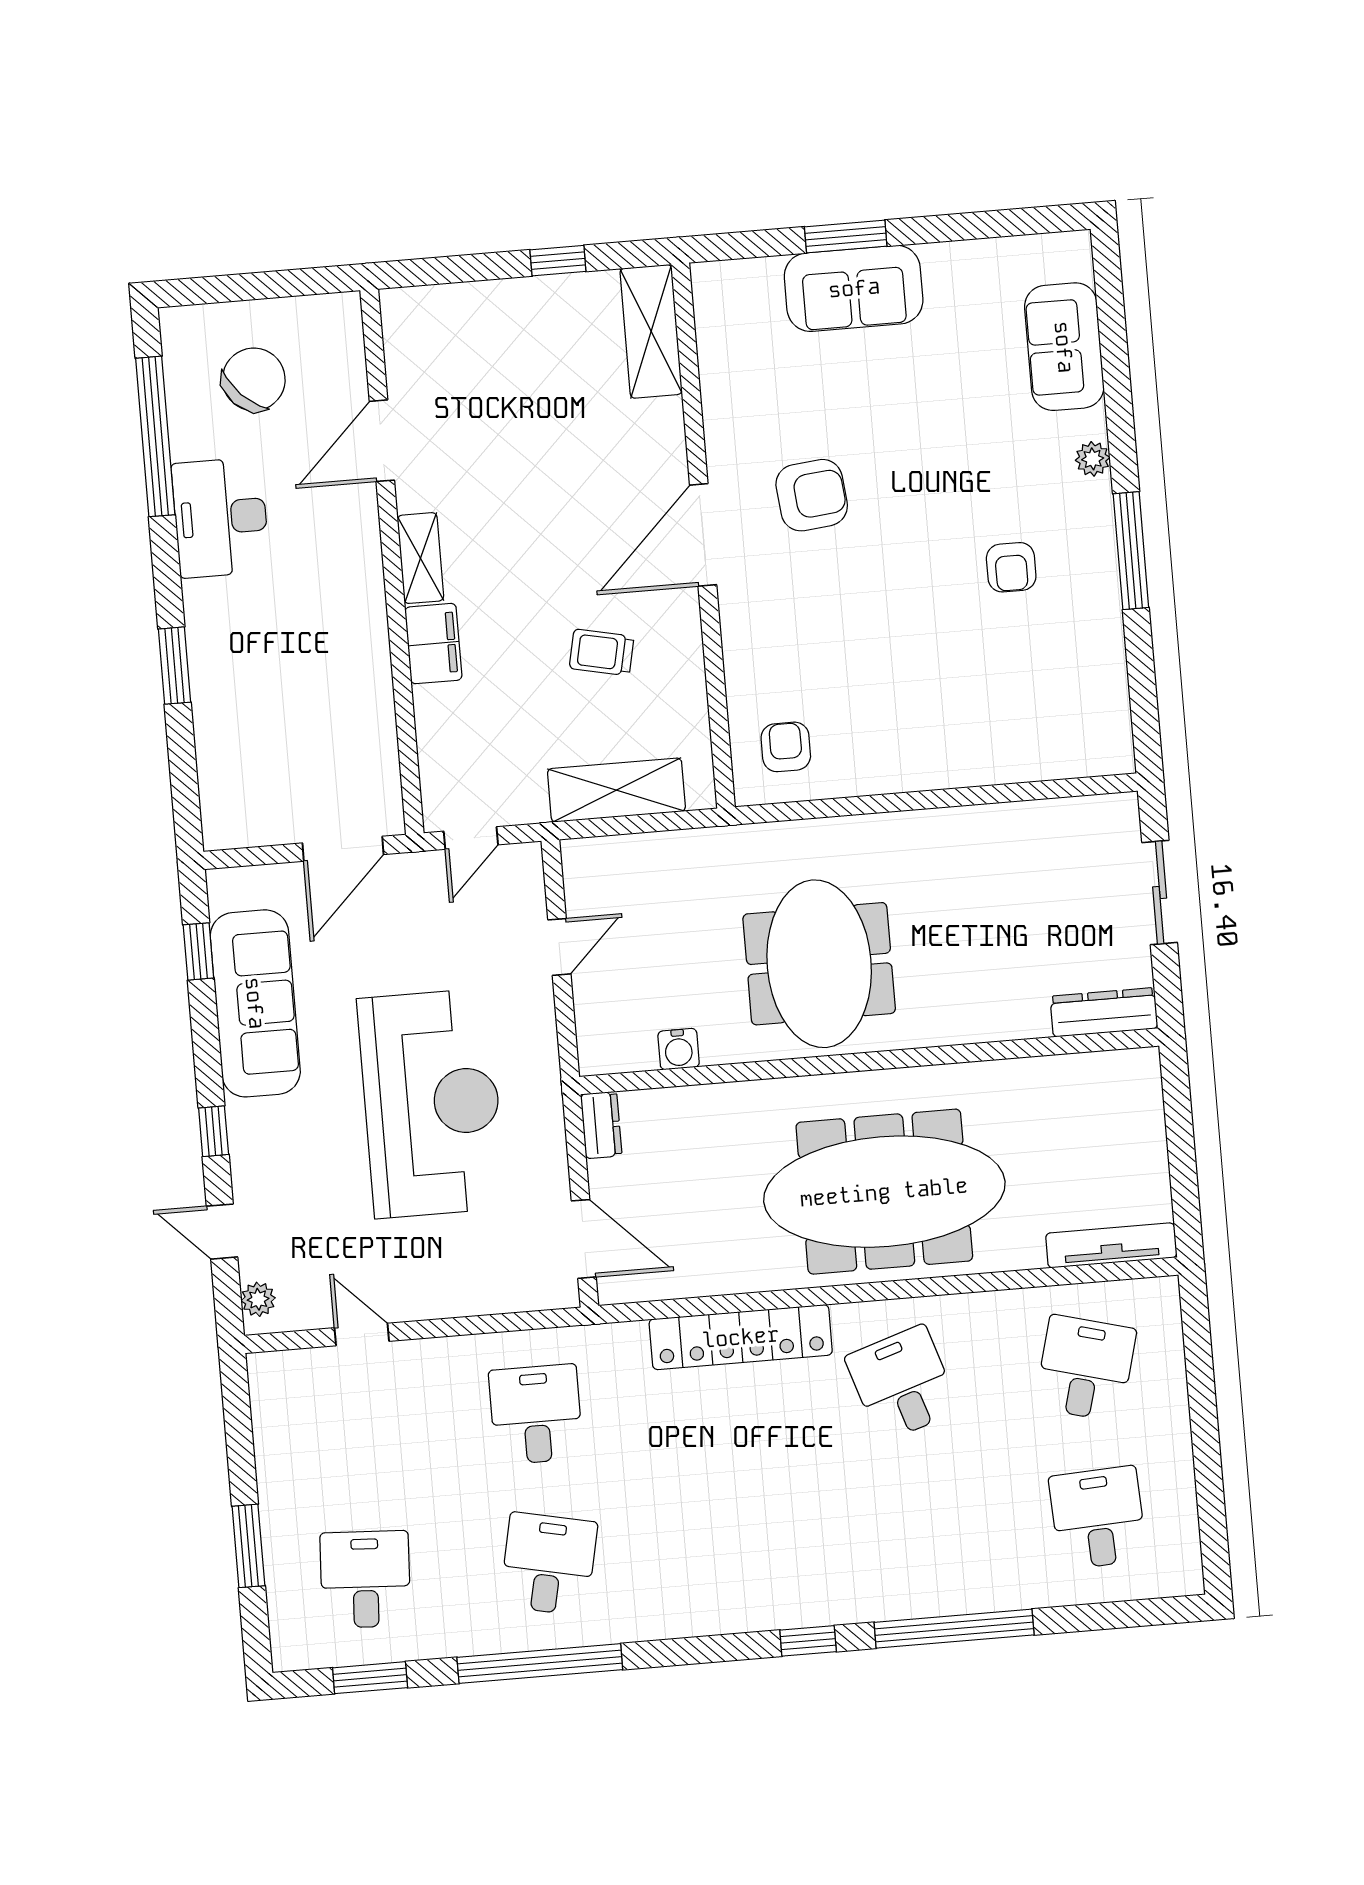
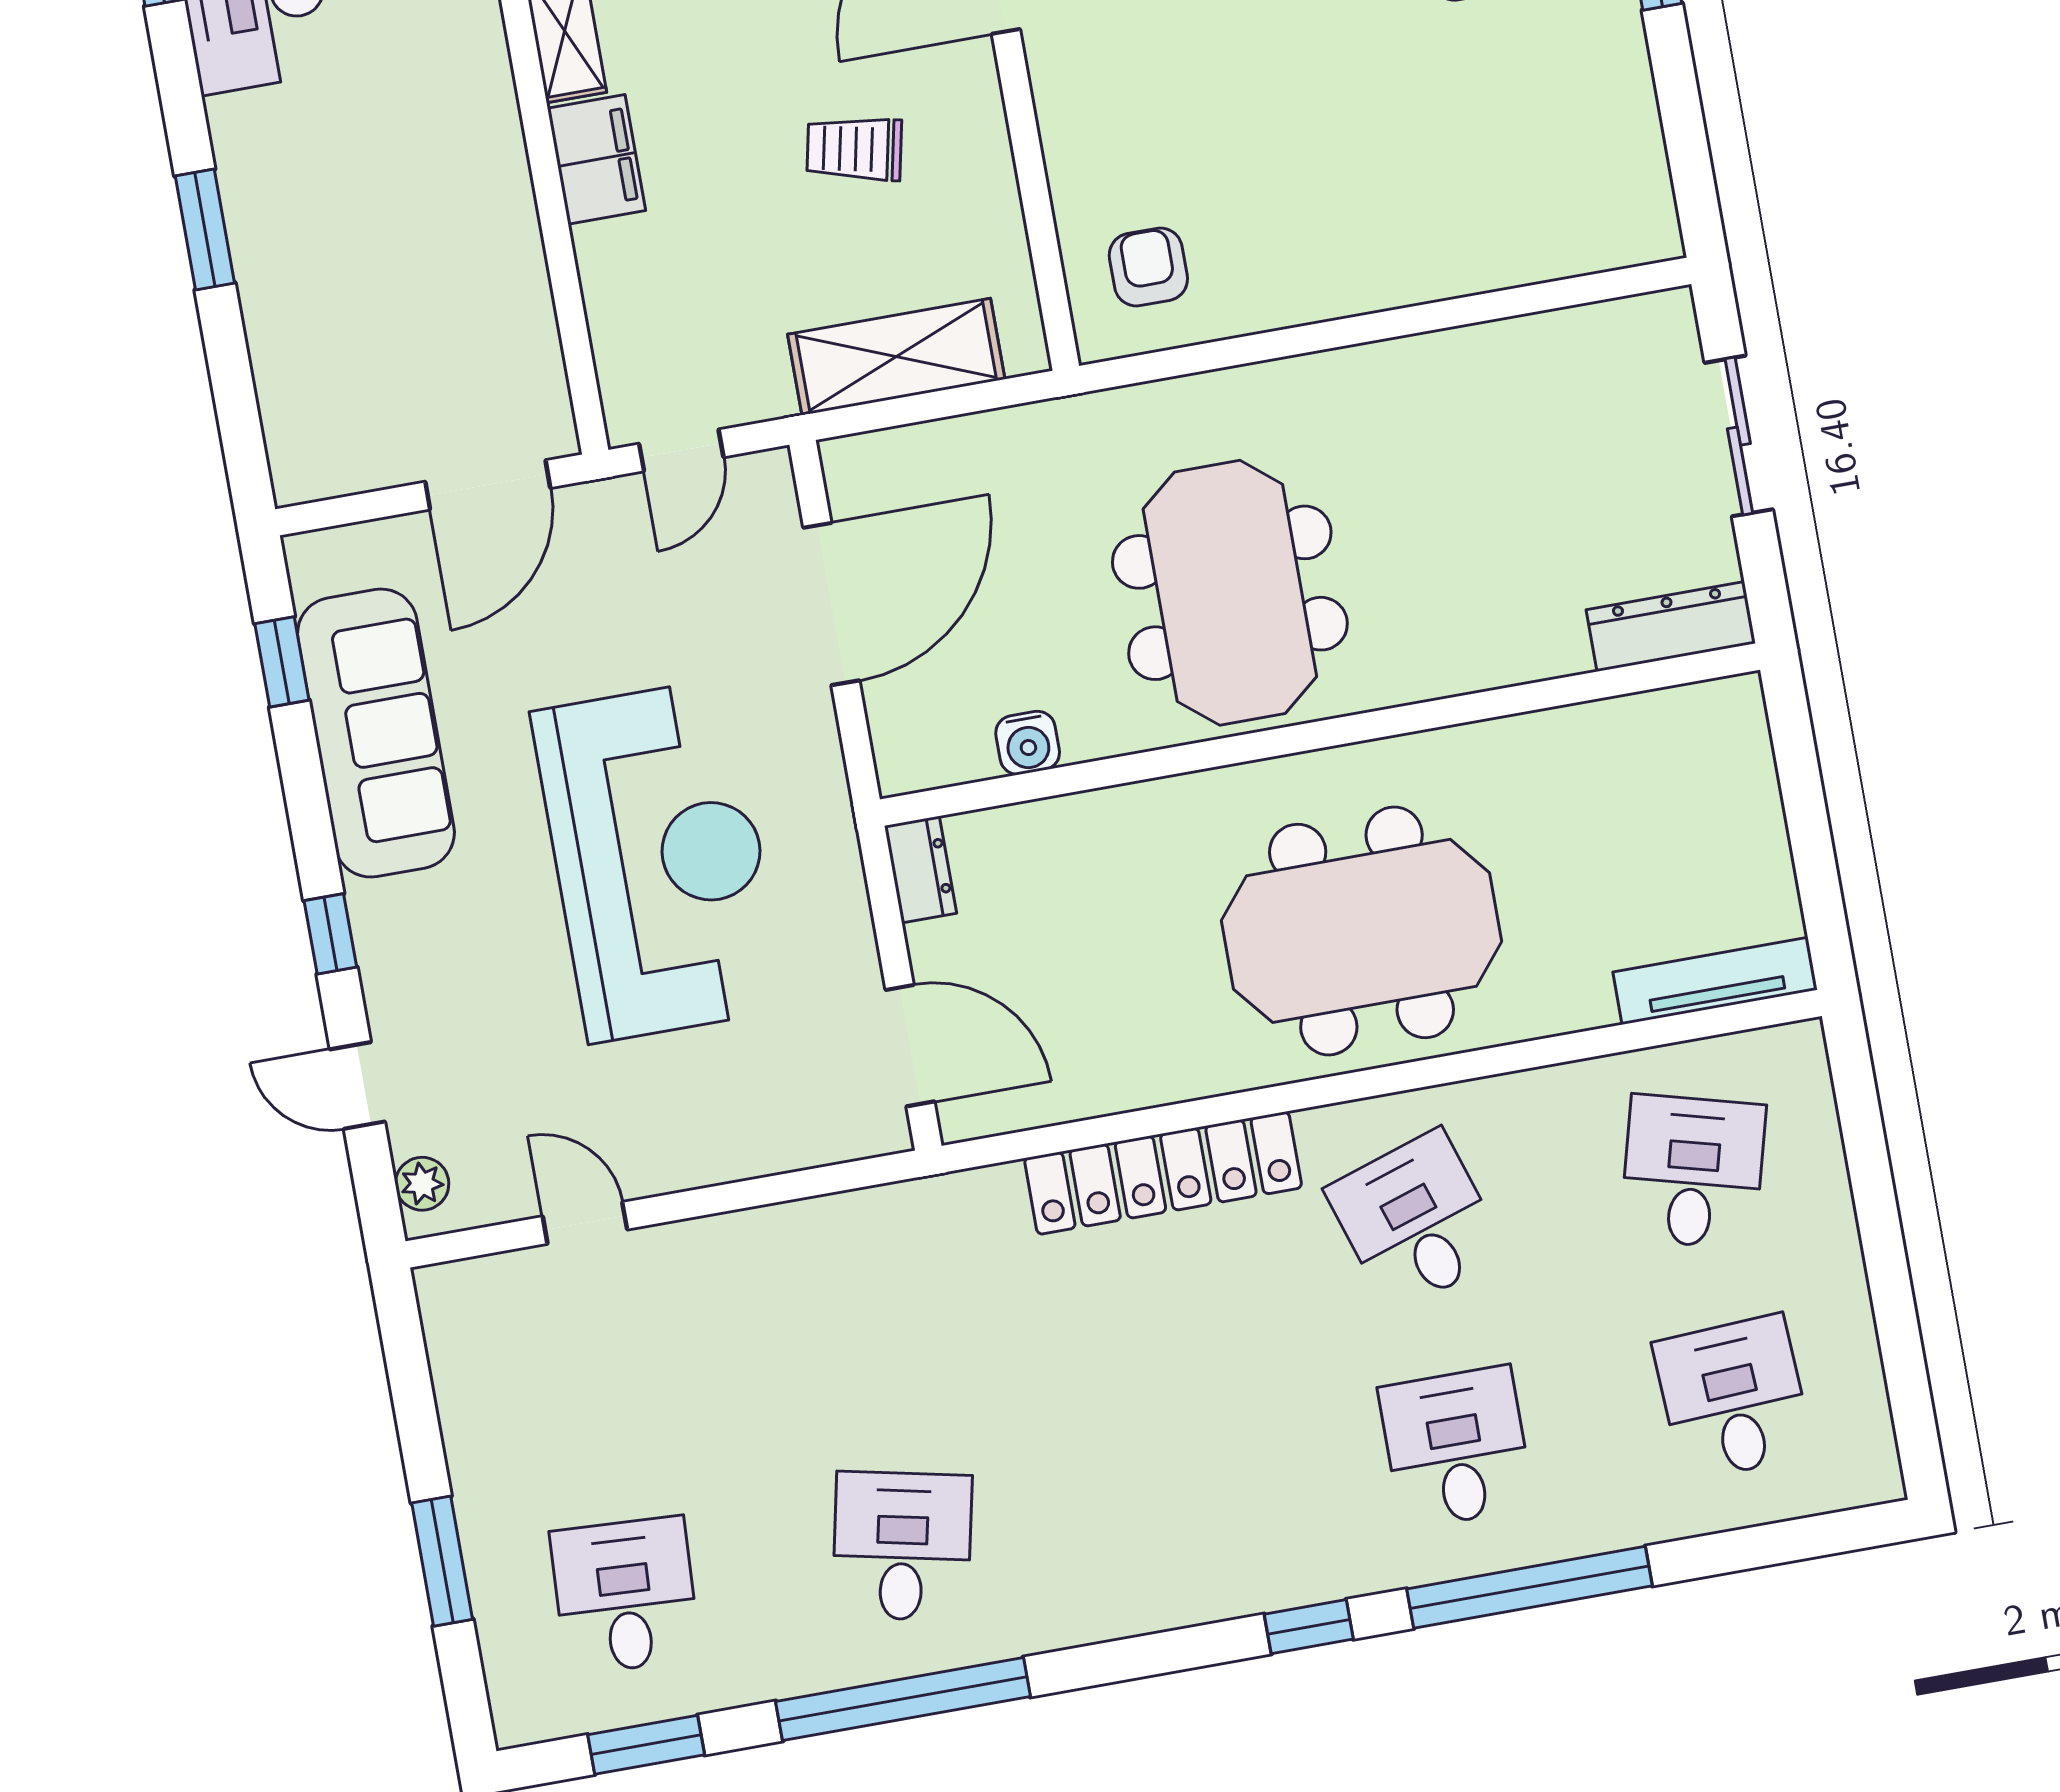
door: (559, 947) -> (831, 604), width x1.87
meeting table: (884, 1192) -> (1361, 931), width x0.73
desk: (536, 1414) -> (1456, 1447), moved

